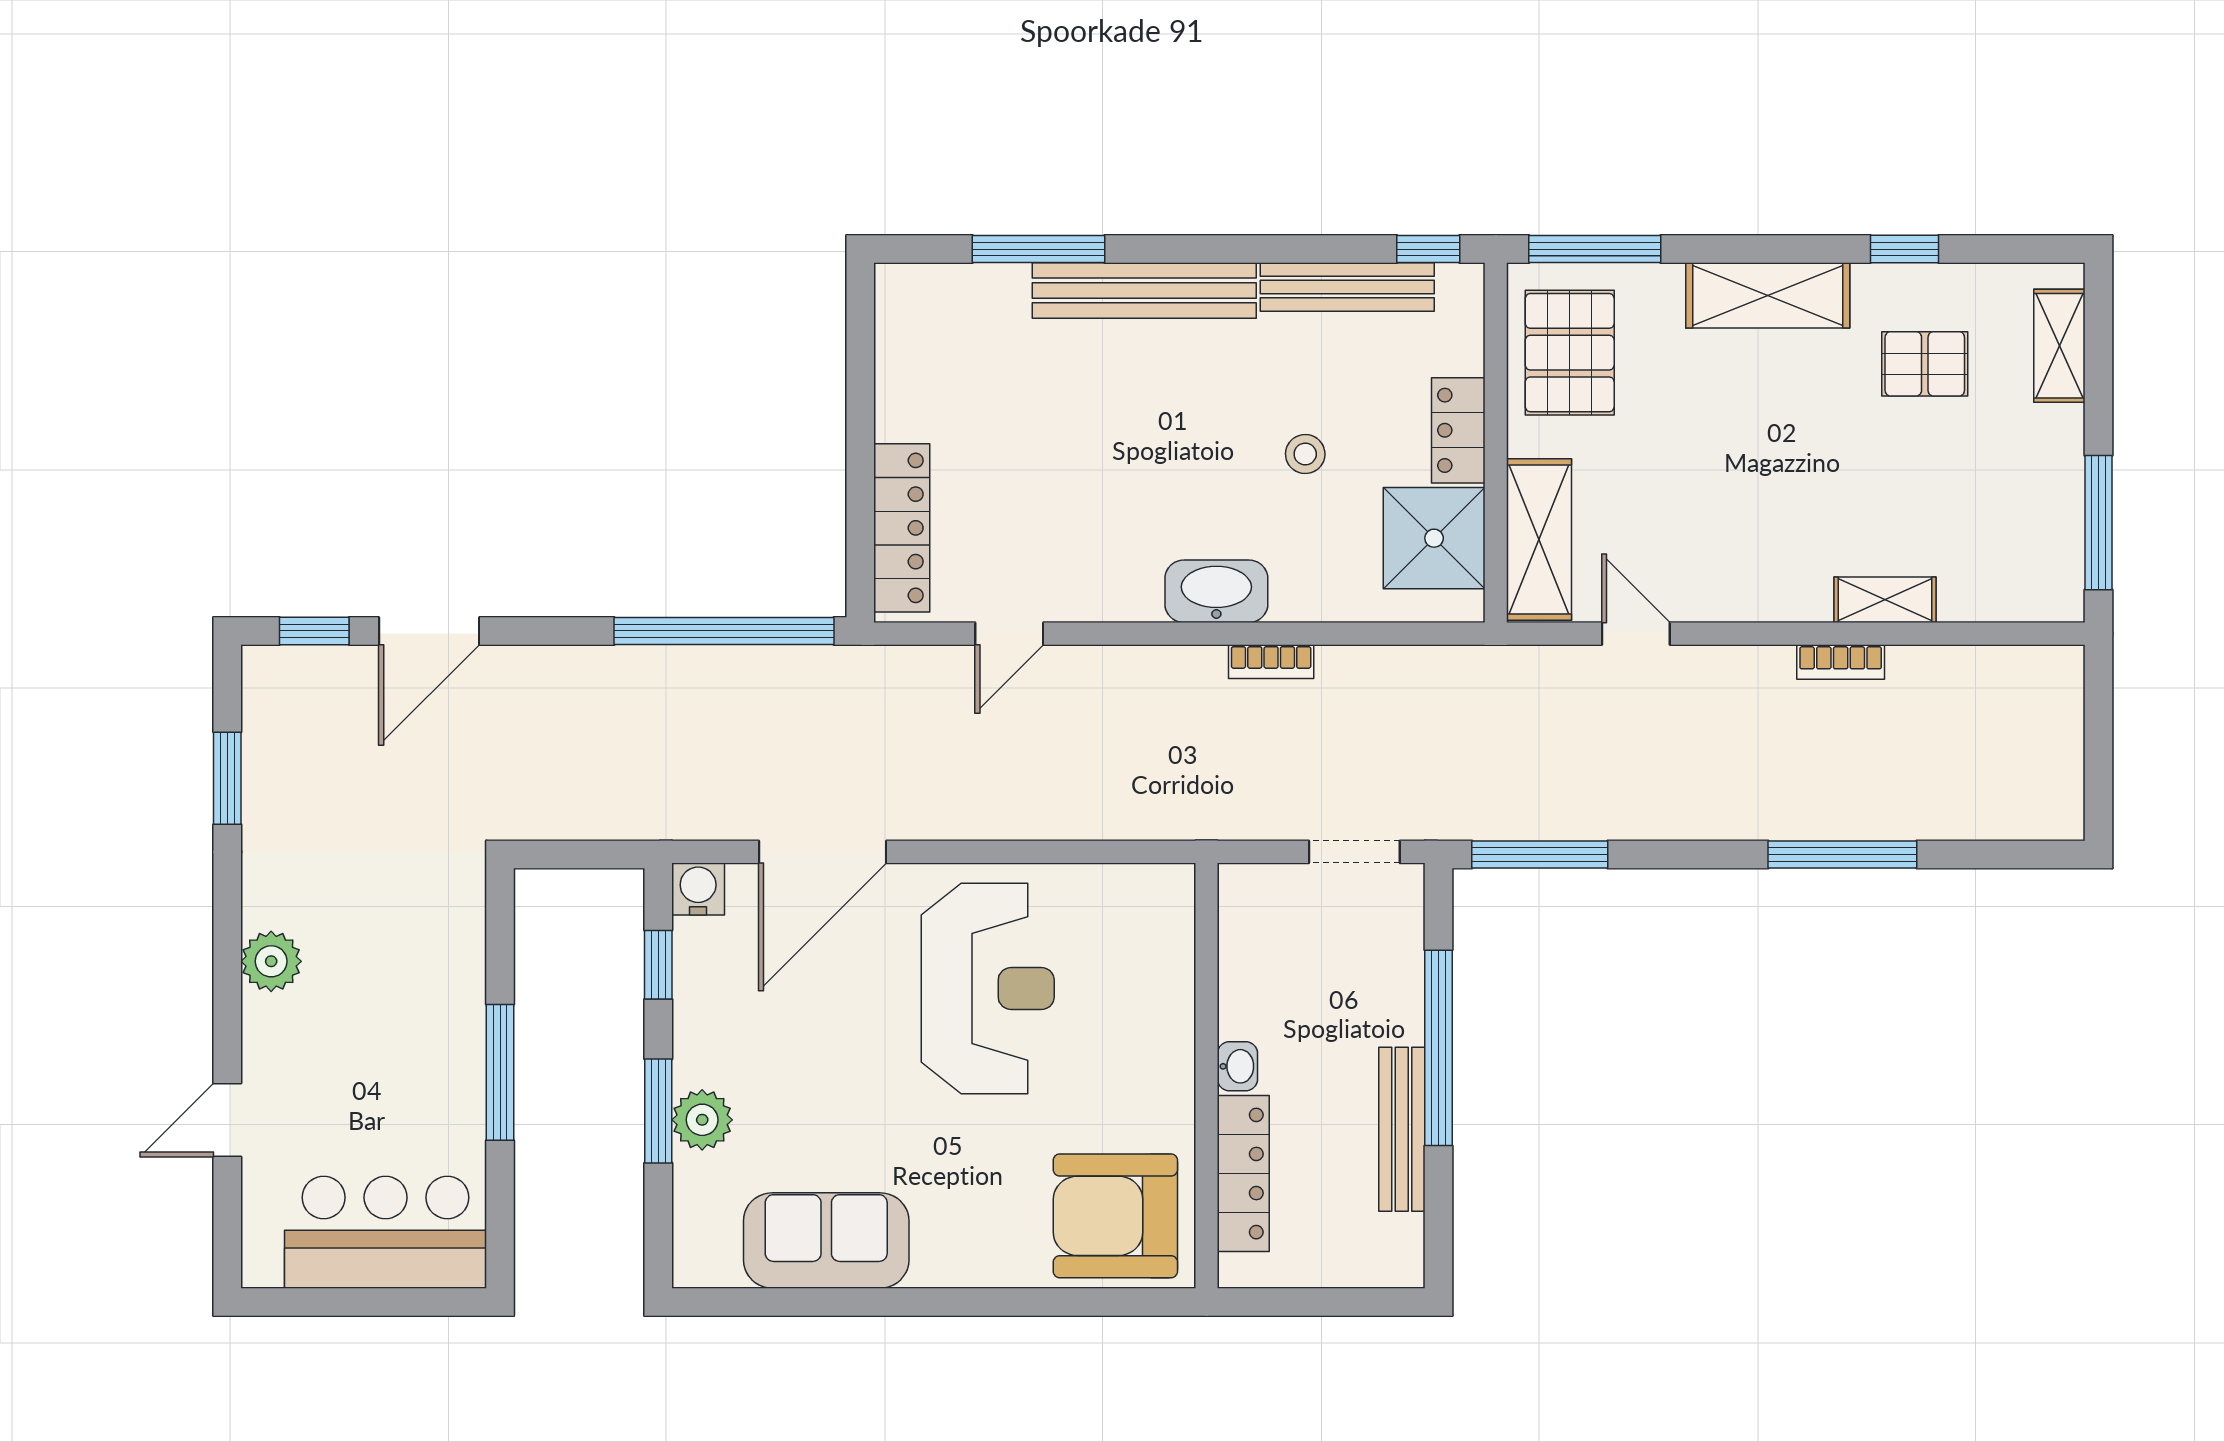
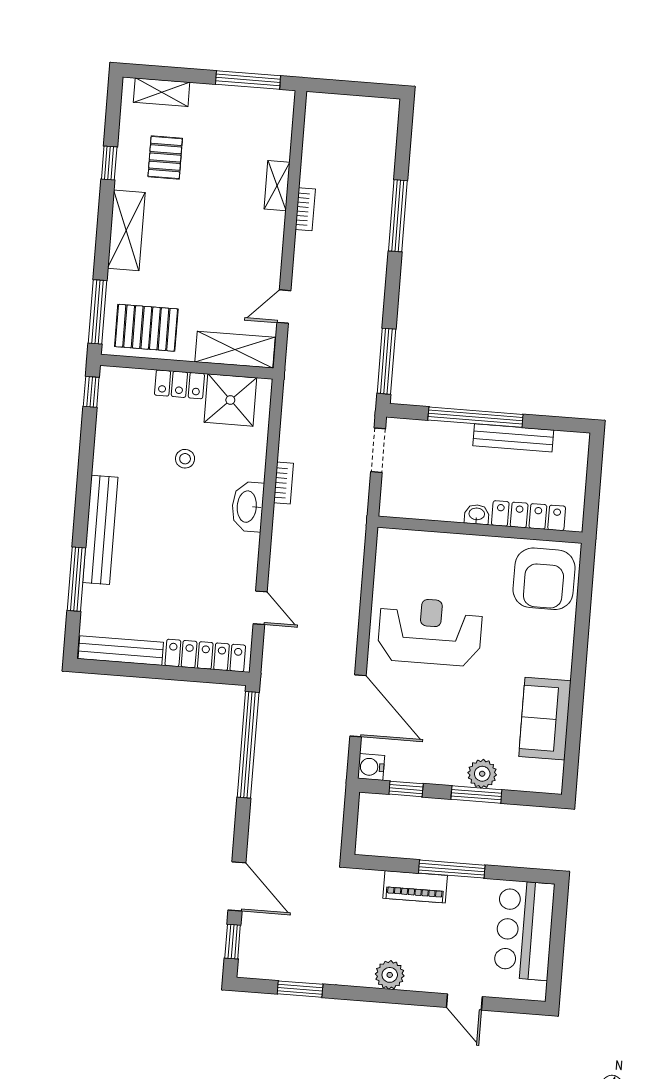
bench: (1347, 287) -> (121, 651), moved, turned 90
piano: (457, 1000) -> (415, 887), added

